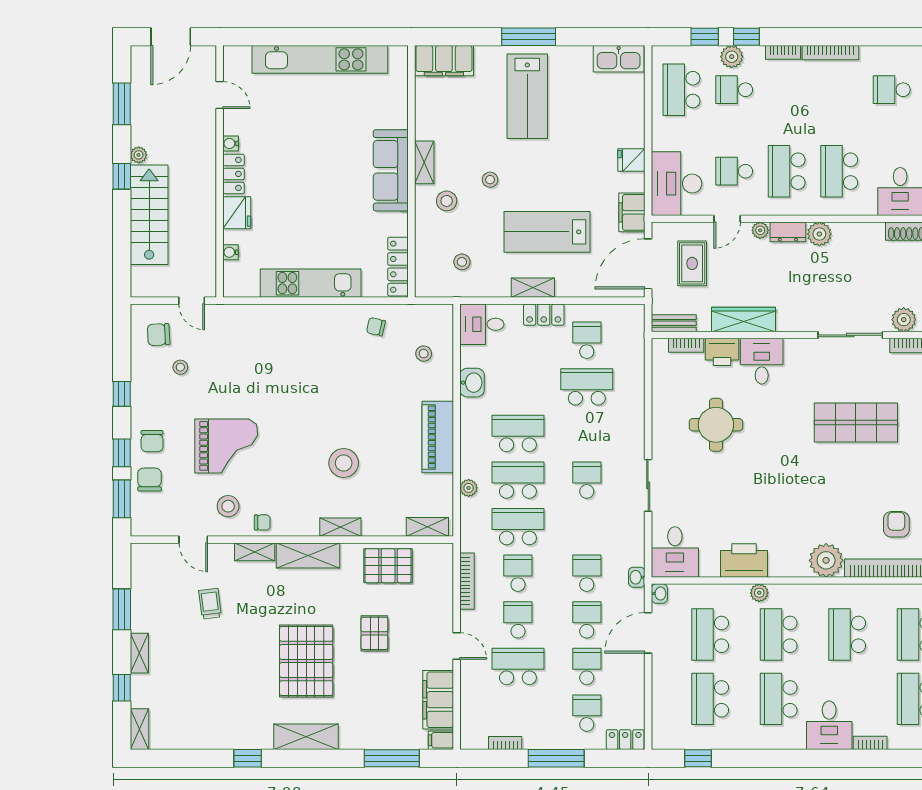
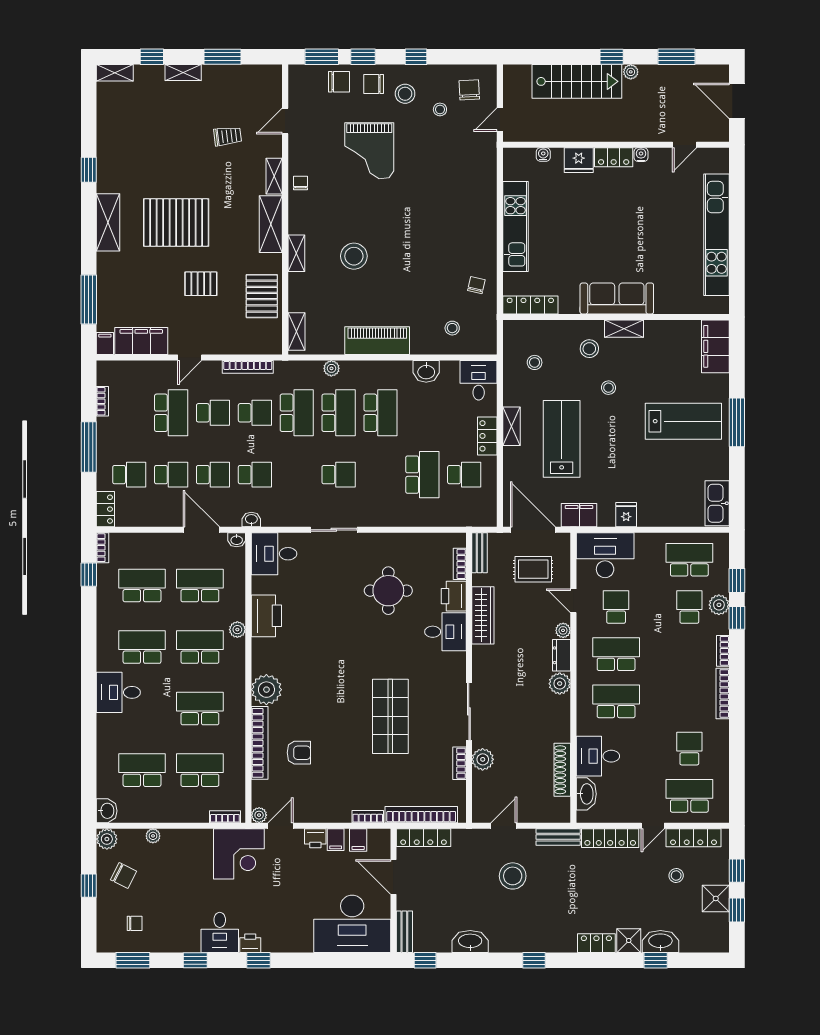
lab bench: (527, 96) -> (683, 421), turned 180
stool: (228, 506) -> (405, 94), moved
chair: (262, 522) -> (300, 183), turned 180
bookcase: (870, 743) -> (103, 548), moved

